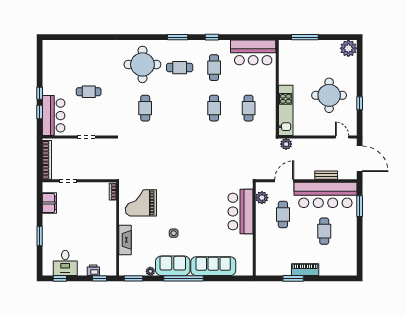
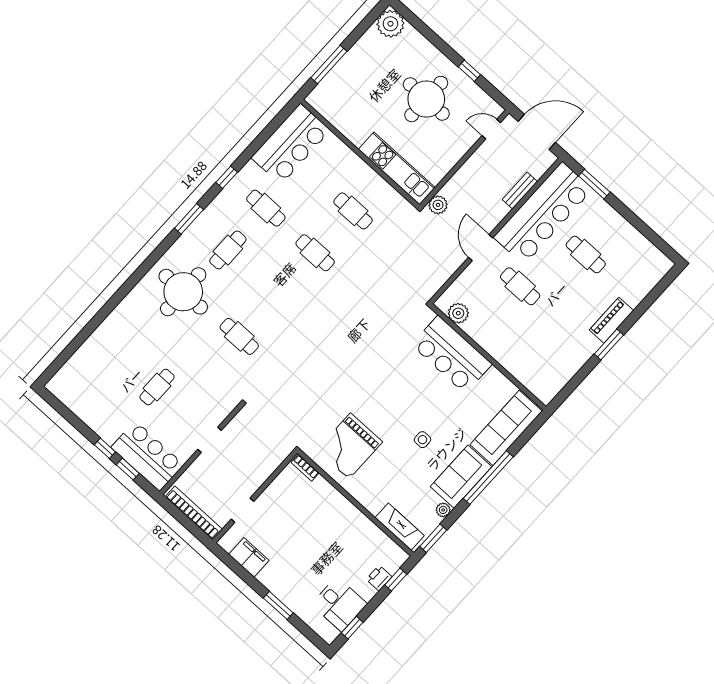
plant: (262, 198) -> (458, 313), moved
bar counter: (241, 211) -> (452, 354), moved
wall: (254, 229) -> (488, 357), moved
fireplace: (125, 240) -> (400, 527), moved

